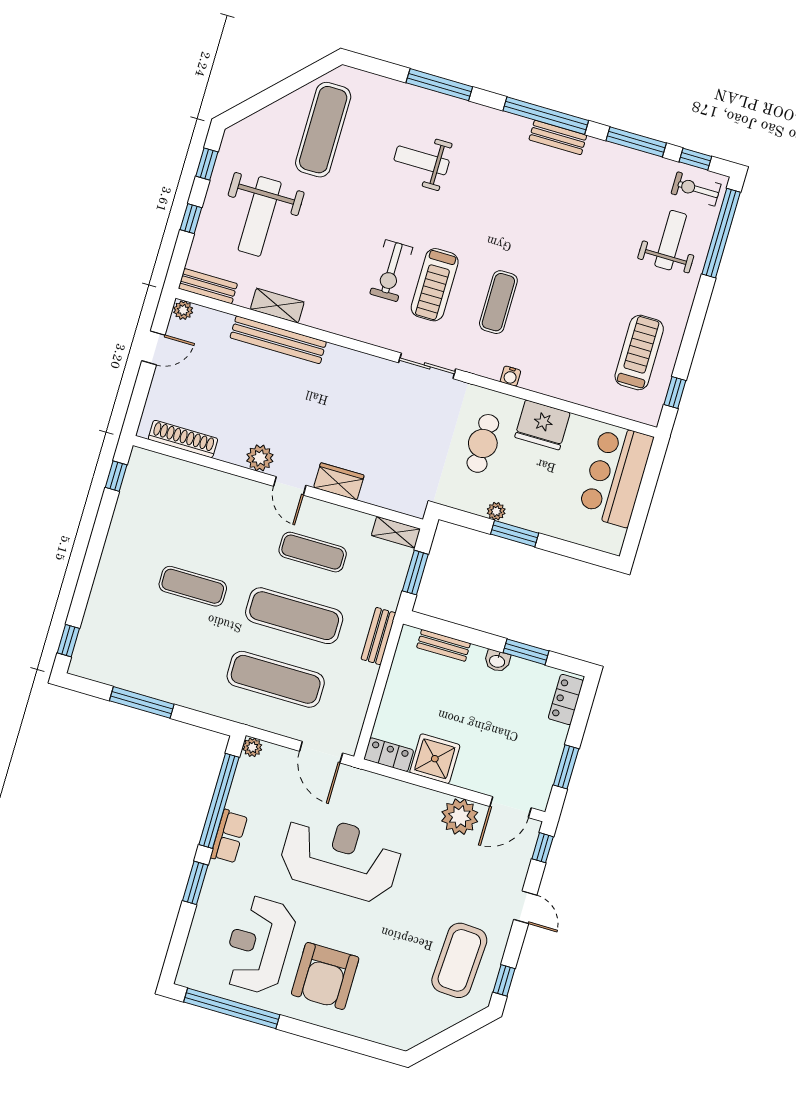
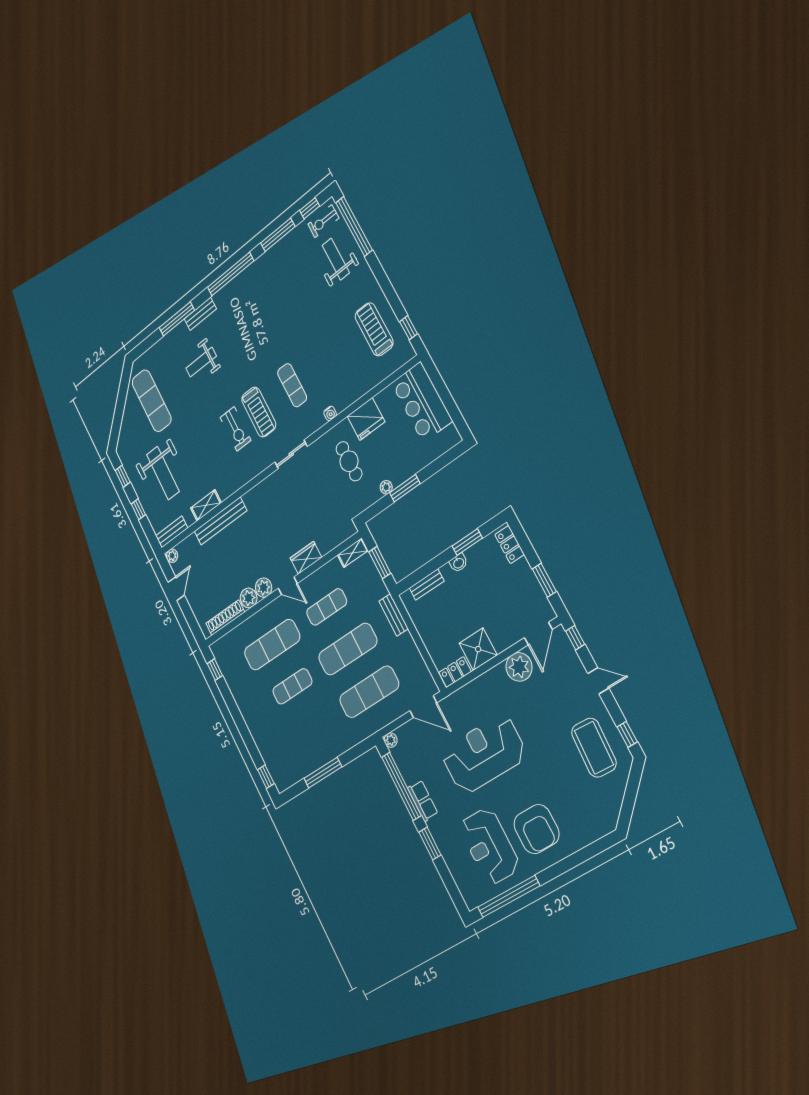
bench: (558, 137) -> (200, 314), moved
plant: (232, 449) -> (249, 598), added
exercise mat: (211, 523) -> (272, 645), added

